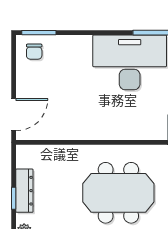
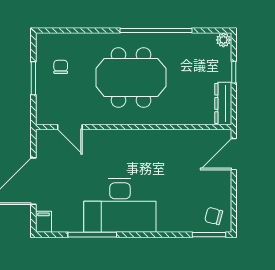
chair: (34, 52) -> (214, 216), turned -75
dresser: (24, 191) -> (223, 103), moved

